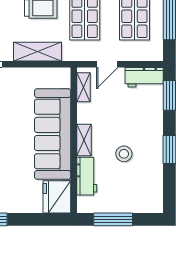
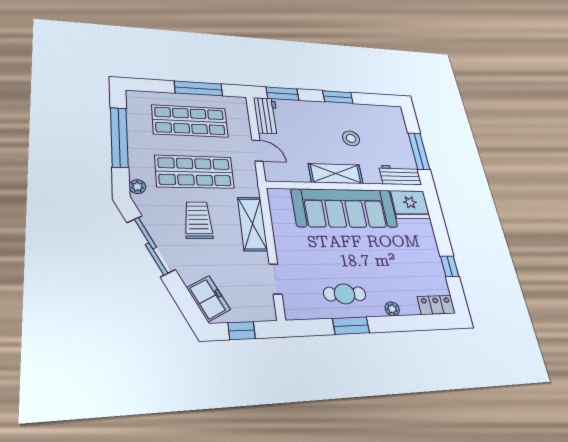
shelving: (84, 87) -> (287, 175), removed
shelving: (84, 140) -> (336, 174), width x1.50, depth x1.33
workbench: (87, 176) -> (400, 175), moved

